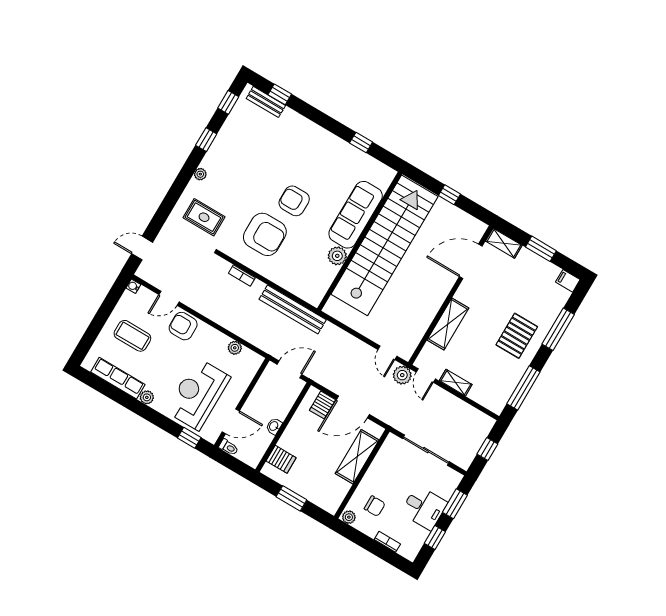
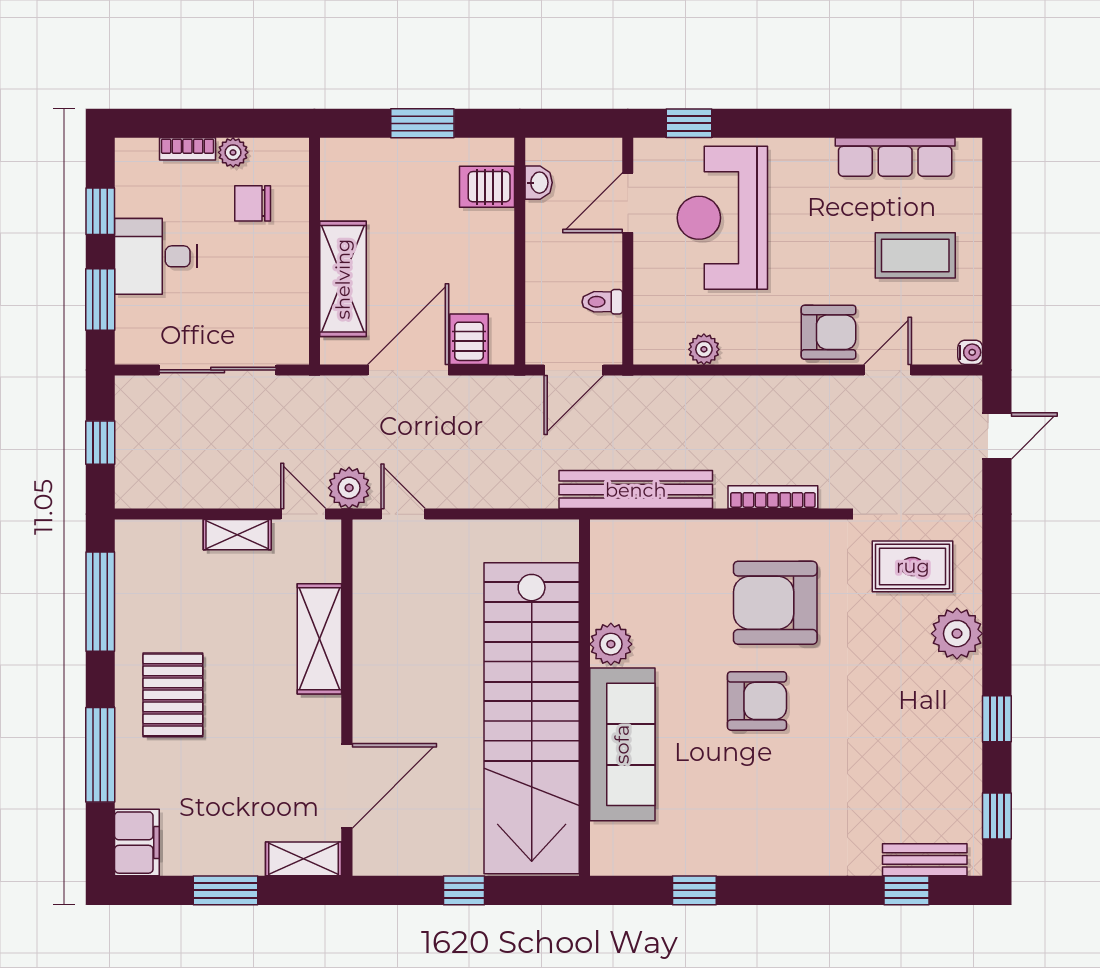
plant: (200, 174) -> (957, 634), width x1.87, depth x1.87
bookcase: (242, 275) -> (773, 497), width x1.56
filing cabinet: (568, 281) -> (137, 843), width x2.00
reception desk: (198, 394) -> (722, 218), turned 180
plant: (147, 397) -> (817, 153), removed
washbasin: (274, 426) -> (539, 183), moved
toilet: (229, 447) -> (602, 302), moved
plant: (349, 517) -> (233, 152), moved

